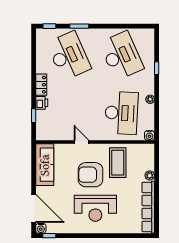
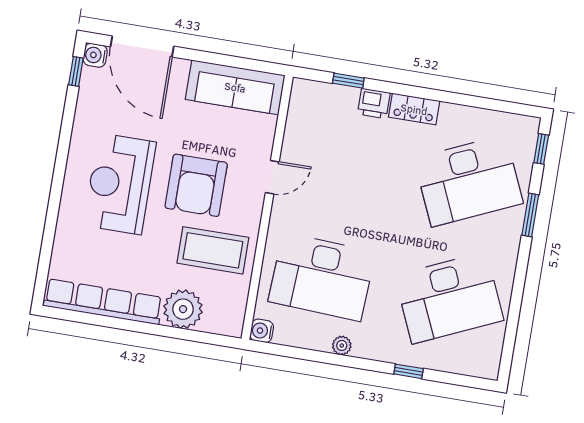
armchair: (90, 175) -> (196, 185), turned 180
plant: (150, 175) -> (183, 309), width x1.87, depth x1.87
door: (34, 208) -> (142, 46), hinge flipped

